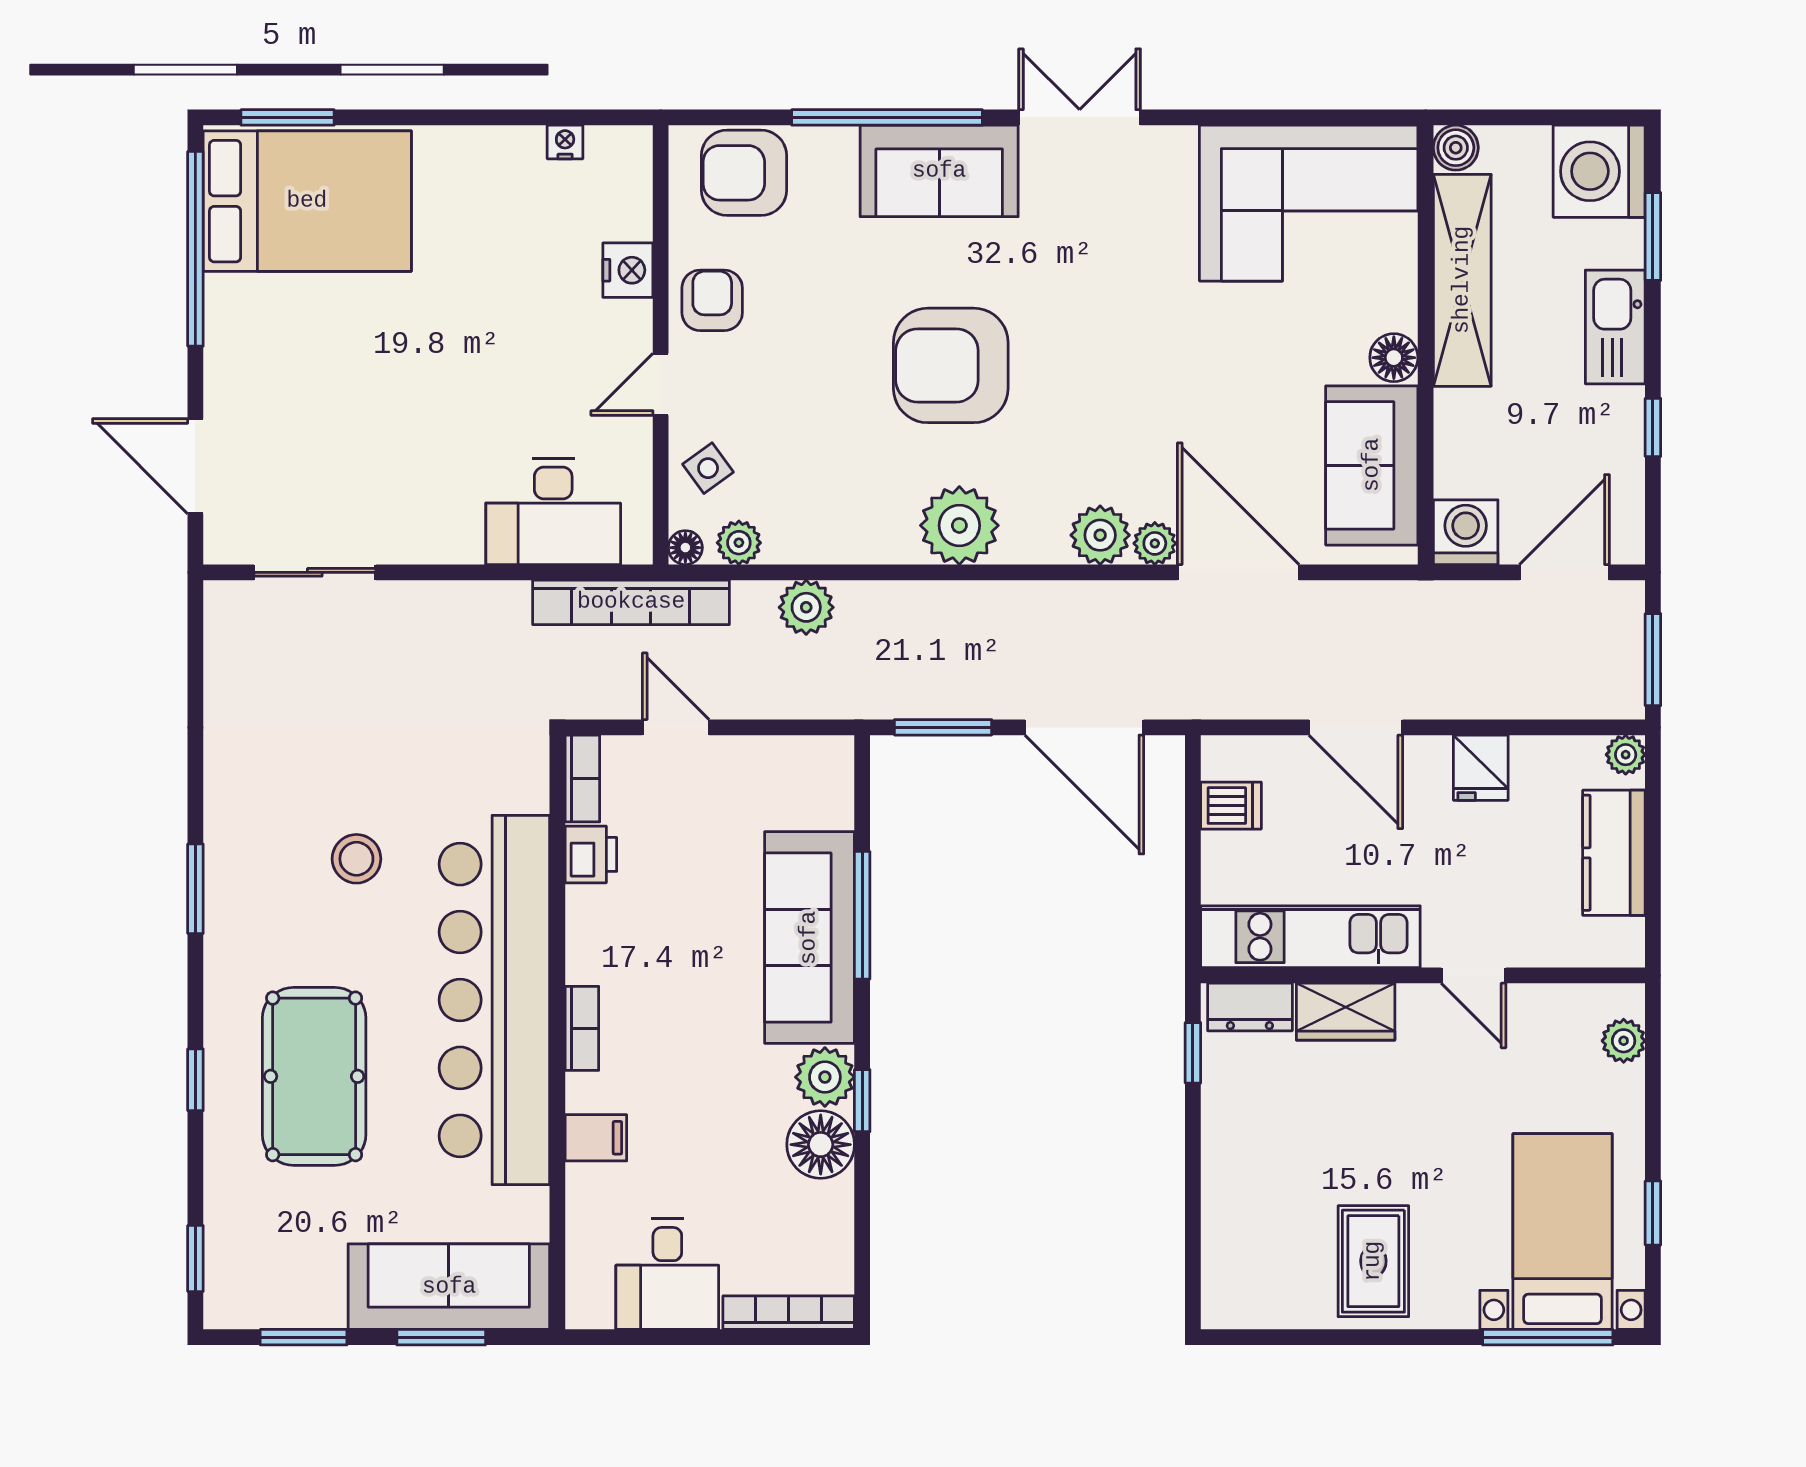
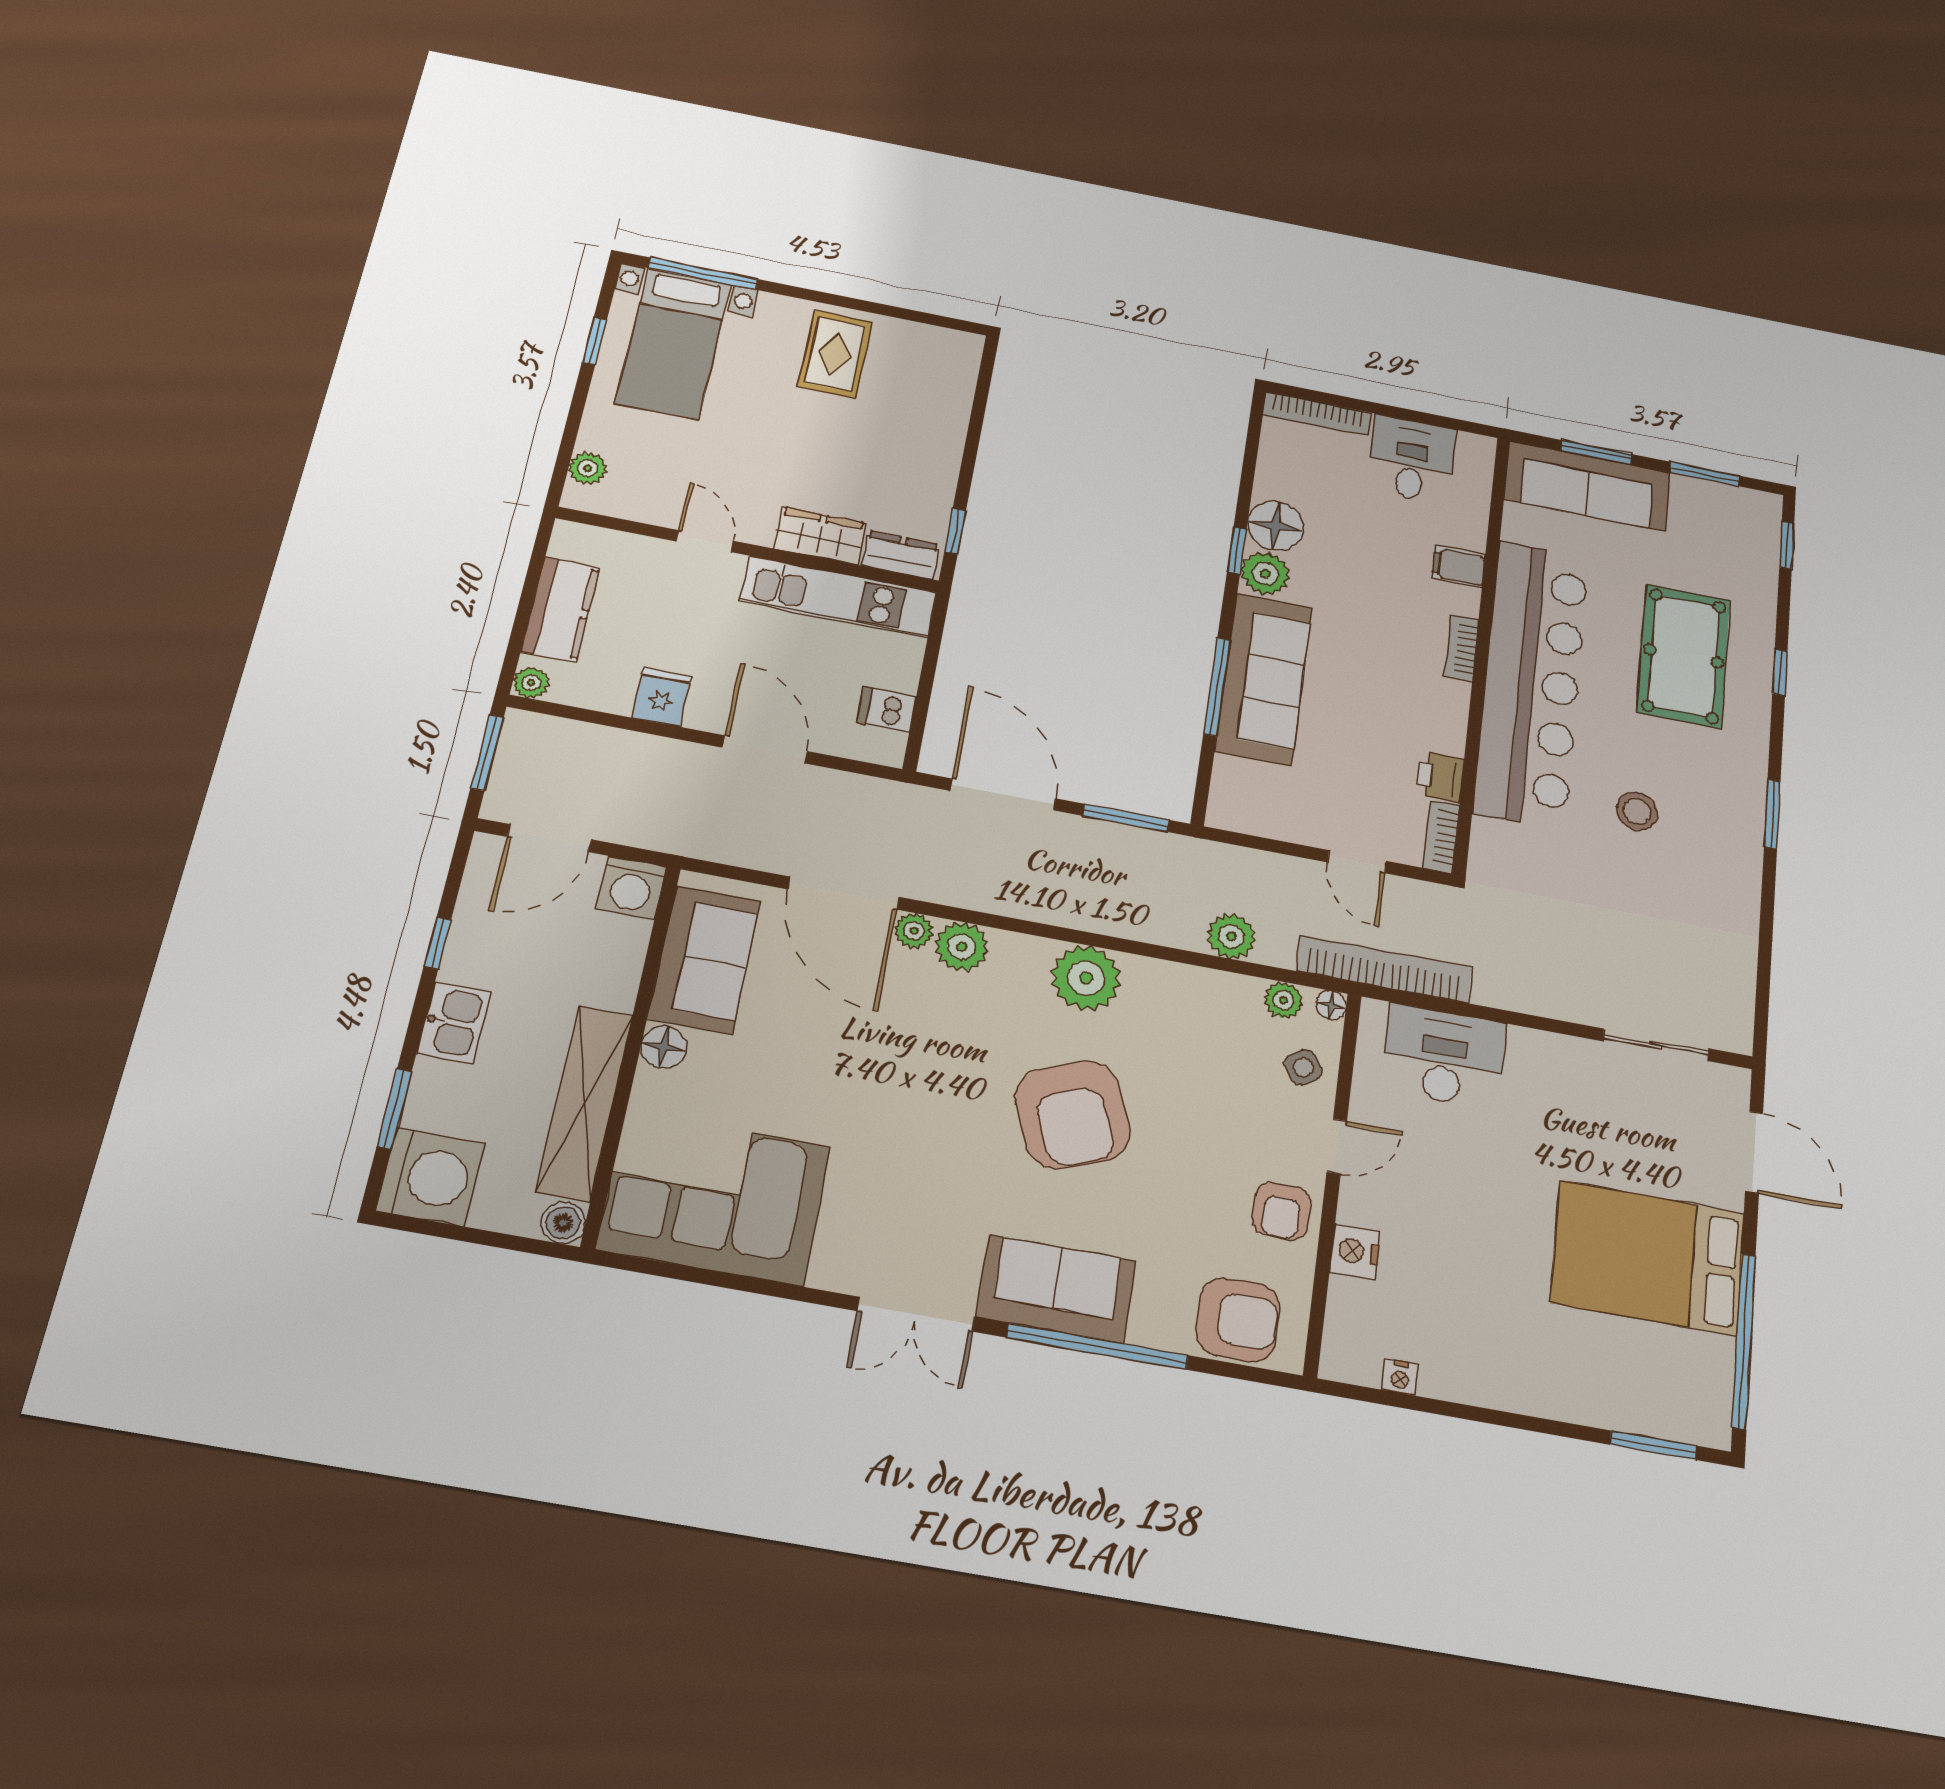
bed: (307, 201) -> (1648, 1258), moved
kitchen sink: (1615, 327) -> (454, 1022), width x0.73
armchair: (951, 365) -> (1072, 1115), turned 68

